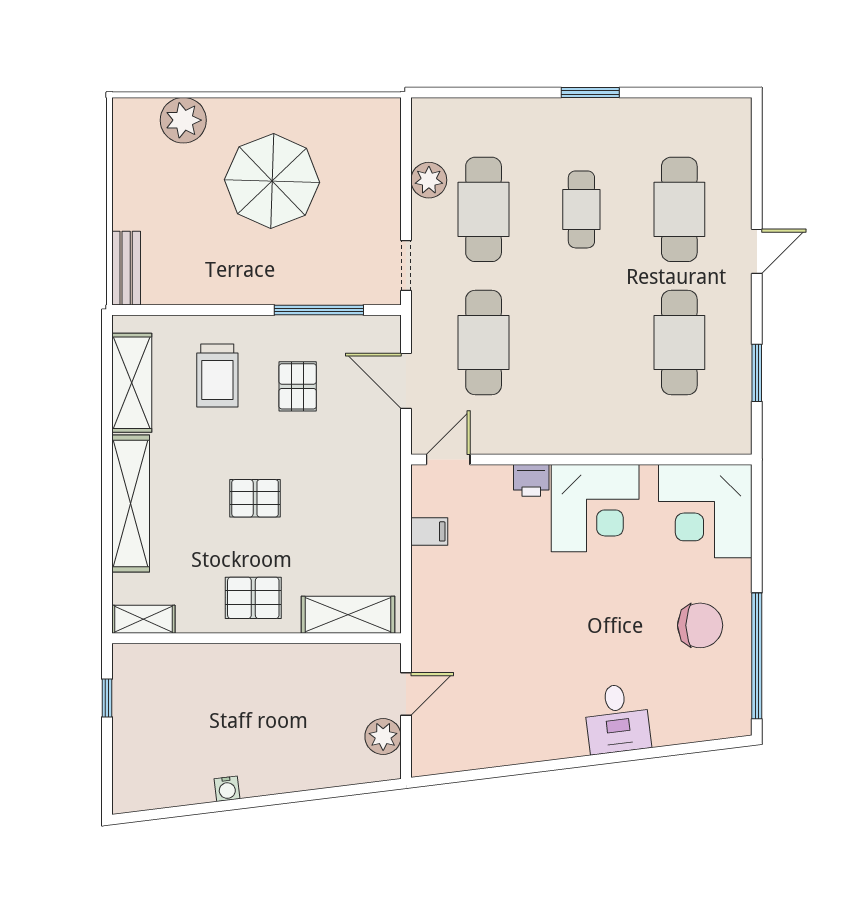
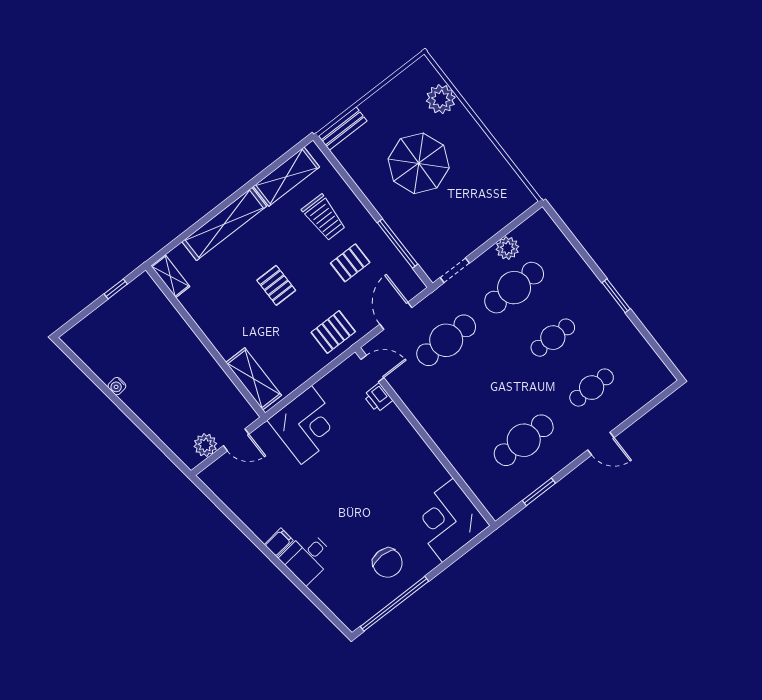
parasol: (272, 181) -> (419, 163), moved
cafe table: (679, 209) -> (592, 388), width x0.73, depth x0.74
trolley: (217, 376) -> (324, 218), turned -90
printer: (531, 480) -> (378, 398), moved
corner desk: (595, 508) -> (306, 425), moved, turned -90
filing cabinet: (429, 531) -> (279, 542), moved, turned -97
pallet: (253, 598) -> (333, 332), moved, turned 90

